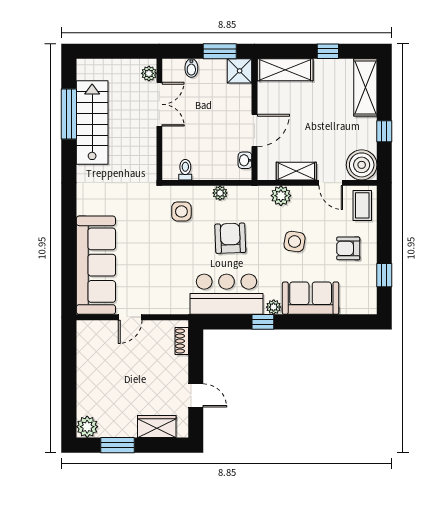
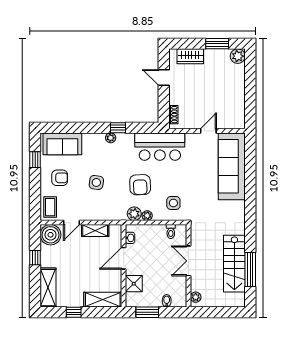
shower: (240, 71) -> (134, 284), moved
double door: (159, 104) -> (188, 261), moved
door: (331, 183) -> (72, 223), swing flipped
plant: (281, 196) -> (134, 214), moved
bar counter: (227, 294) -> (160, 147), moved
sofa: (311, 298) -> (62, 144), moved

